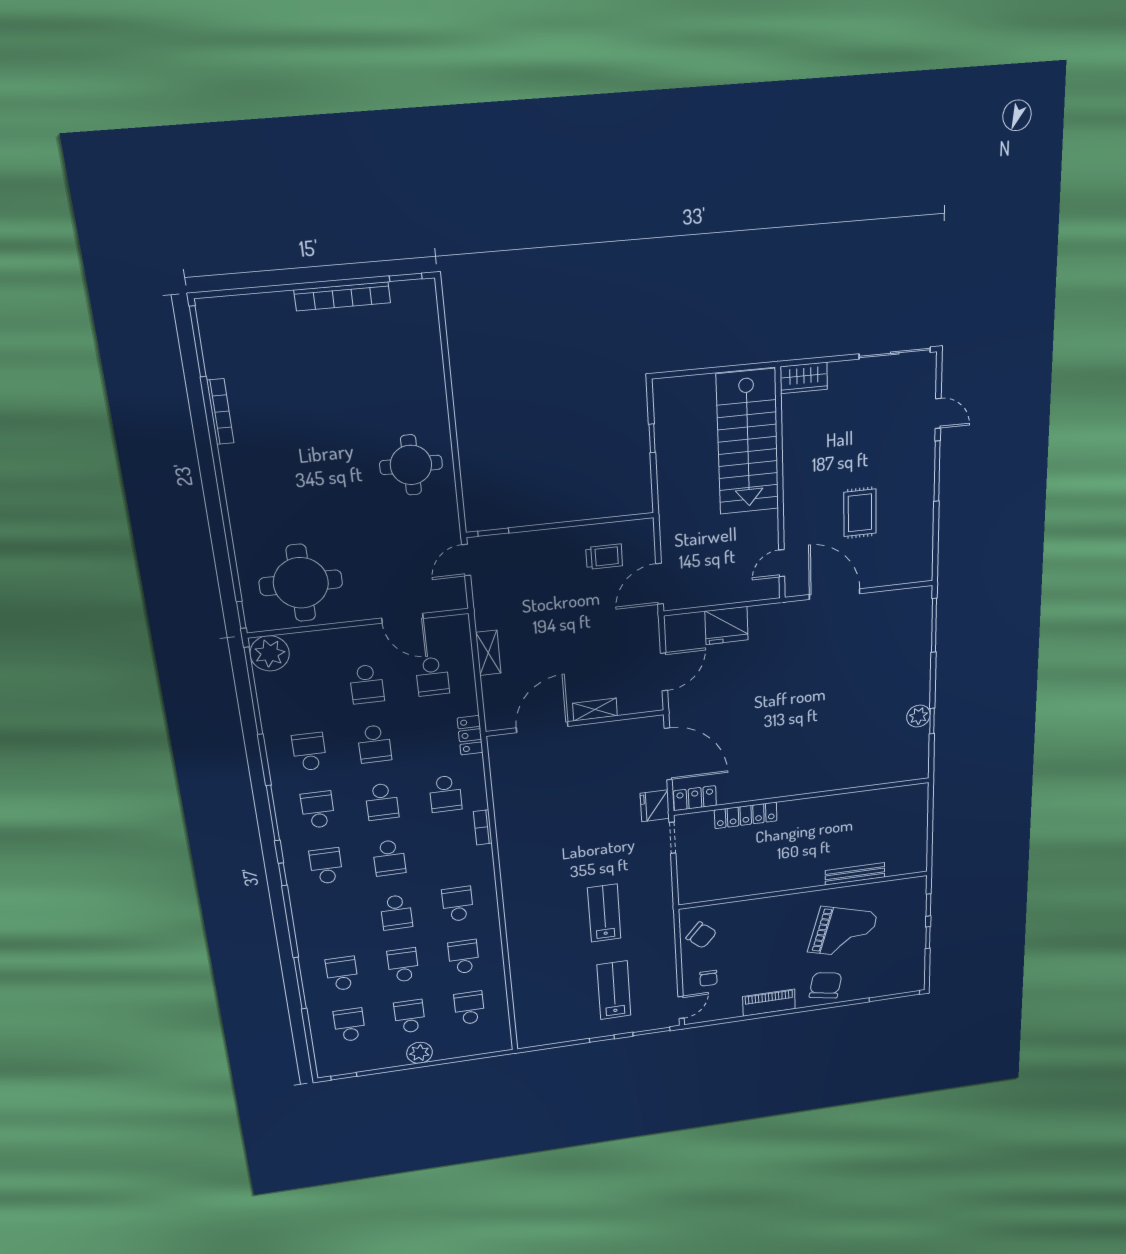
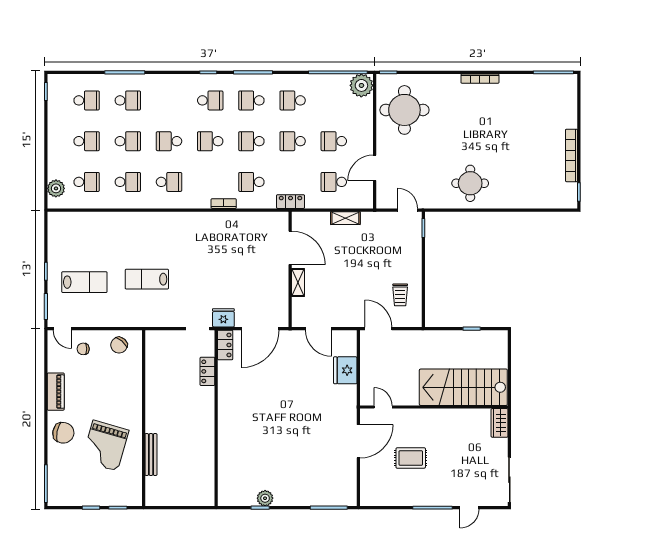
bookcase: (220, 412) -> (480, 79), moved
school desk: (309, 752) -> (293, 100), turned 180
school desk: (318, 810) -> (251, 100), turned 180
locker: (746, 815) -> (207, 371), width x0.66
lab bench: (604, 913) -> (147, 279), turned 180
plant: (420, 1053) -> (56, 188), moved

